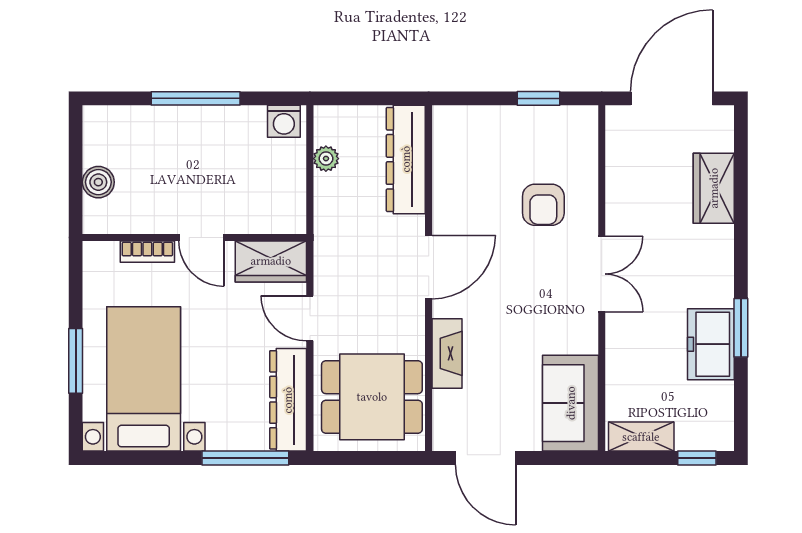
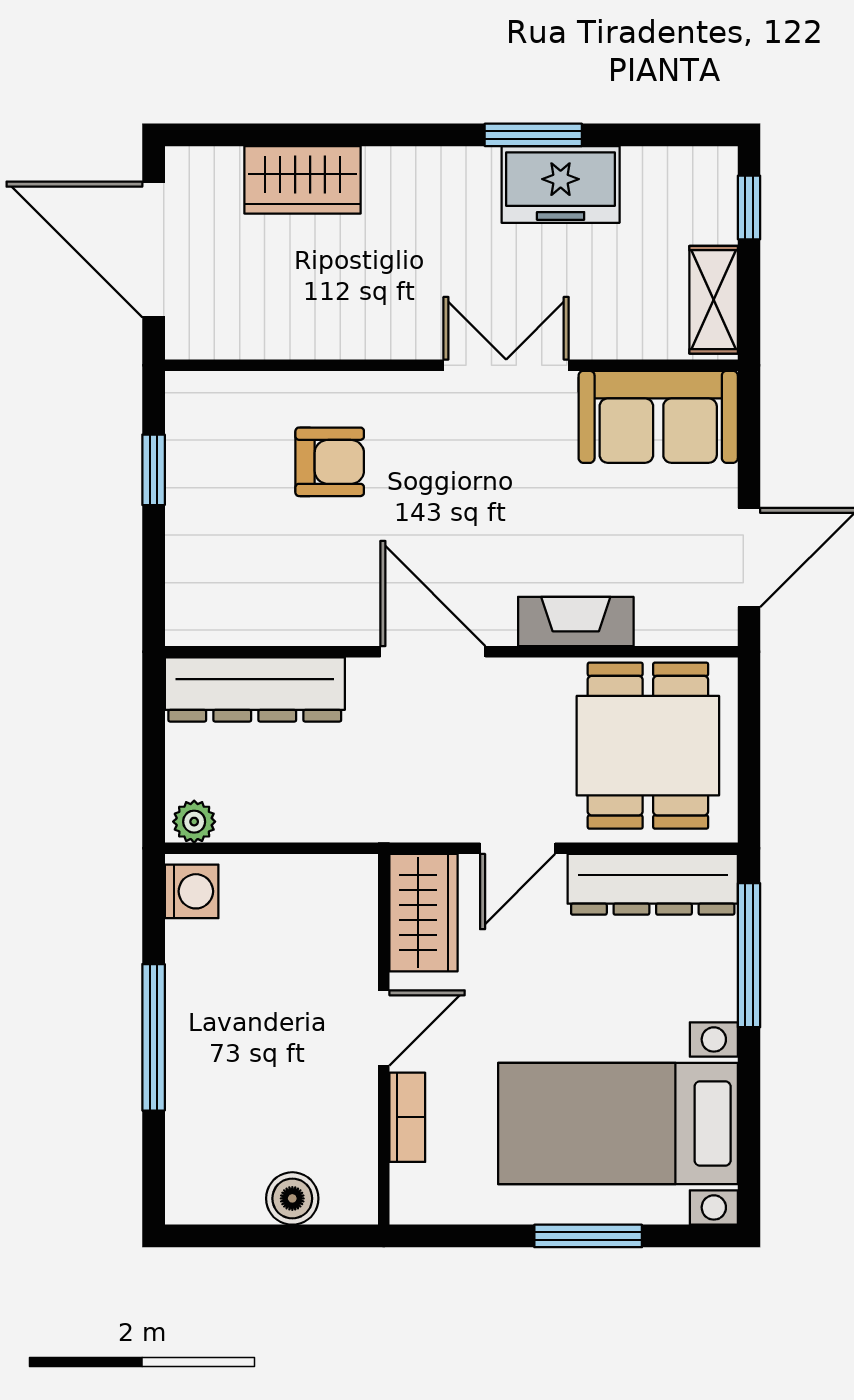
plant: (326, 159) -> (194, 822), moved
double door: (602, 274) -> (506, 365), moved

